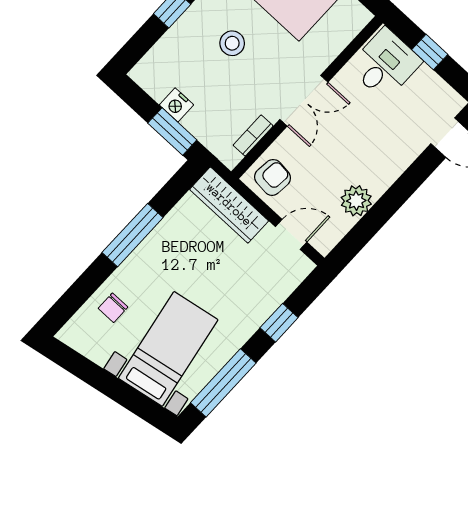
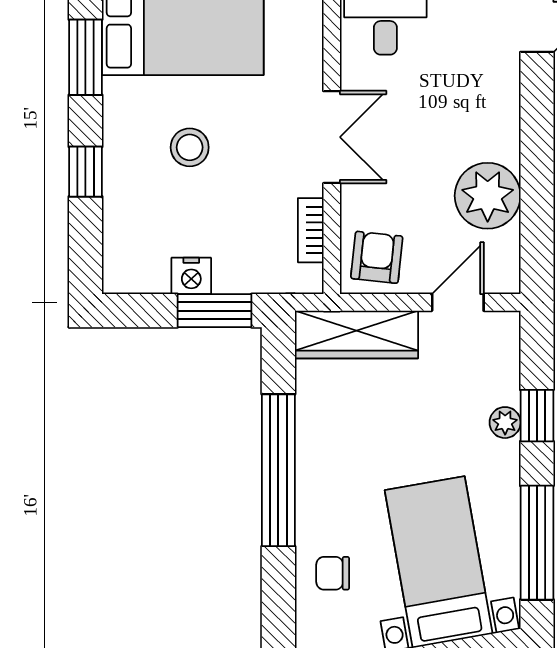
plant: (356, 201) -> (488, 196), width x1.36, depth x1.36
window: (133, 235) -> (278, 470), width x1.46
chair: (113, 308) -> (333, 573), turned 90
plant: (261, 312) -> (505, 423), added

